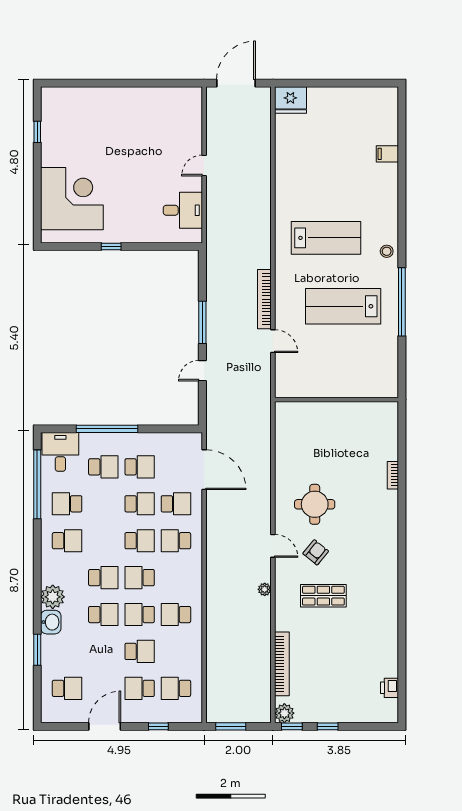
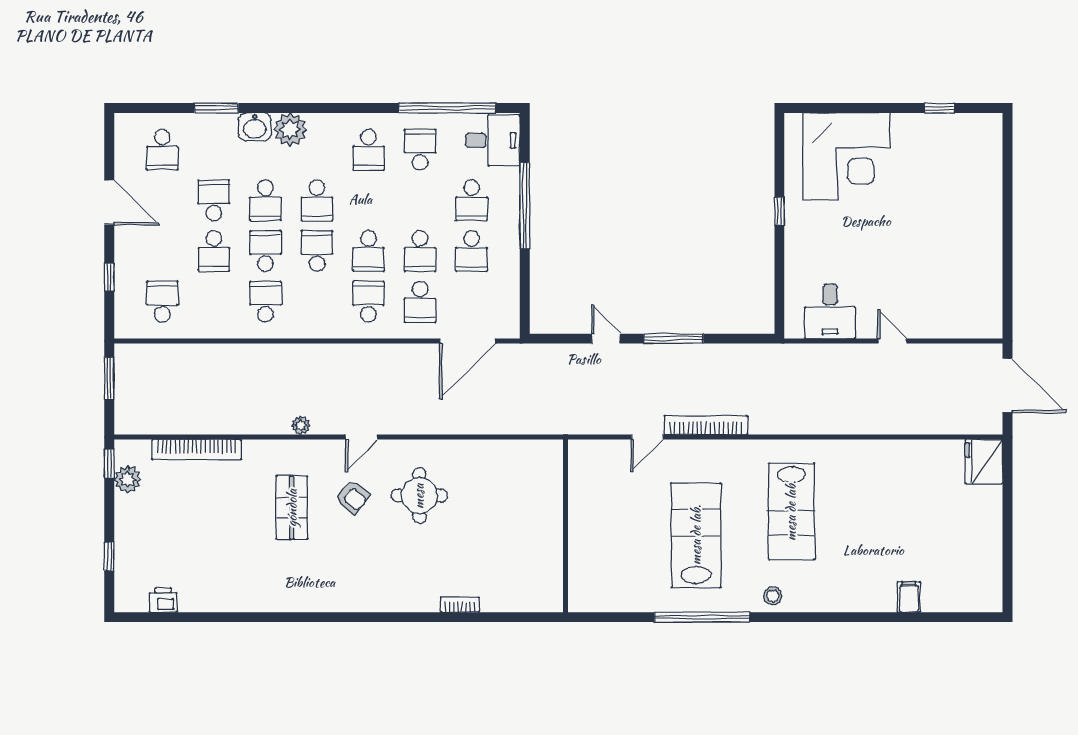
school desk: (140, 688) -> (214, 200), moved
plant: (284, 713) -> (128, 479), moved
window: (328, 726) -> (109, 557), moved

